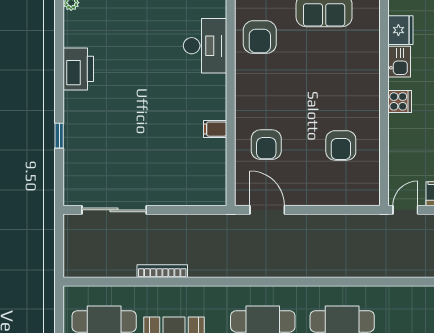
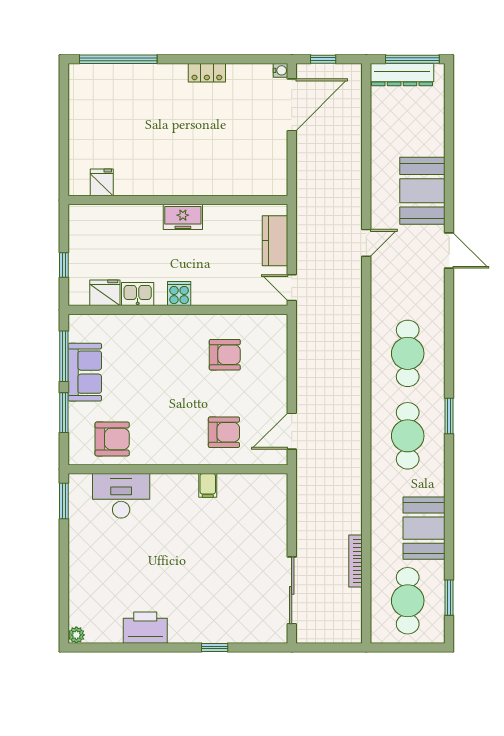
bookcase: (162, 271) -> (355, 561), moved

